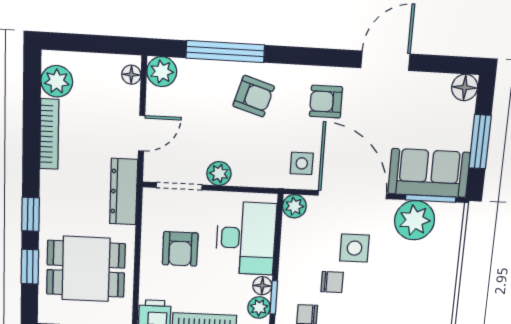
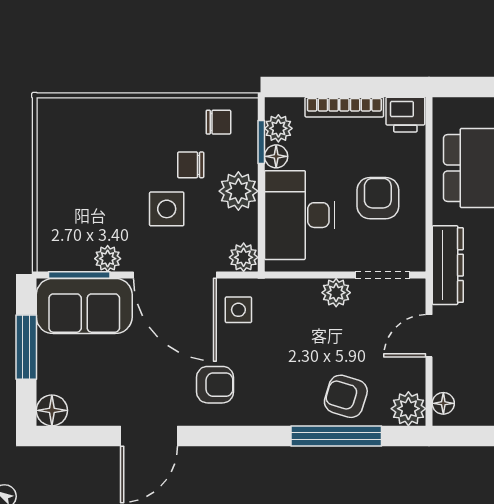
armchair: (254, 96) -> (346, 396), moved
plant: (415, 220) -> (108, 259), width x0.53, depth x0.53
plant: (295, 260) -> (238, 191), added

